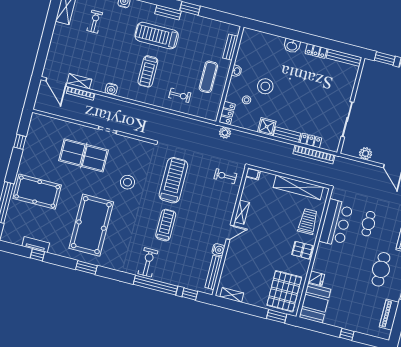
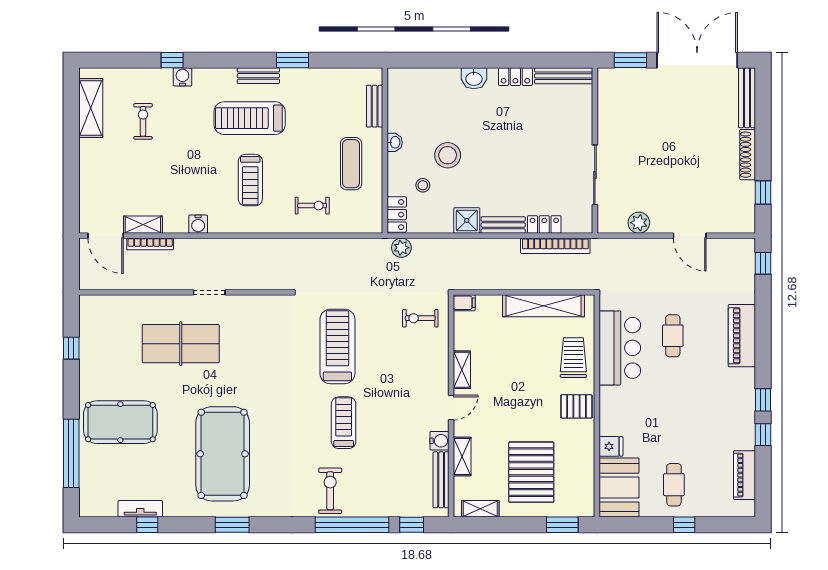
stool: (127, 182) -> (263, 369), removed
shelving: (229, 262) -> (462, 456), added
cafe table: (381, 269) -> (674, 485), moved, width x0.73, depth x0.74
pallet: (284, 291) -> (531, 472), moved

